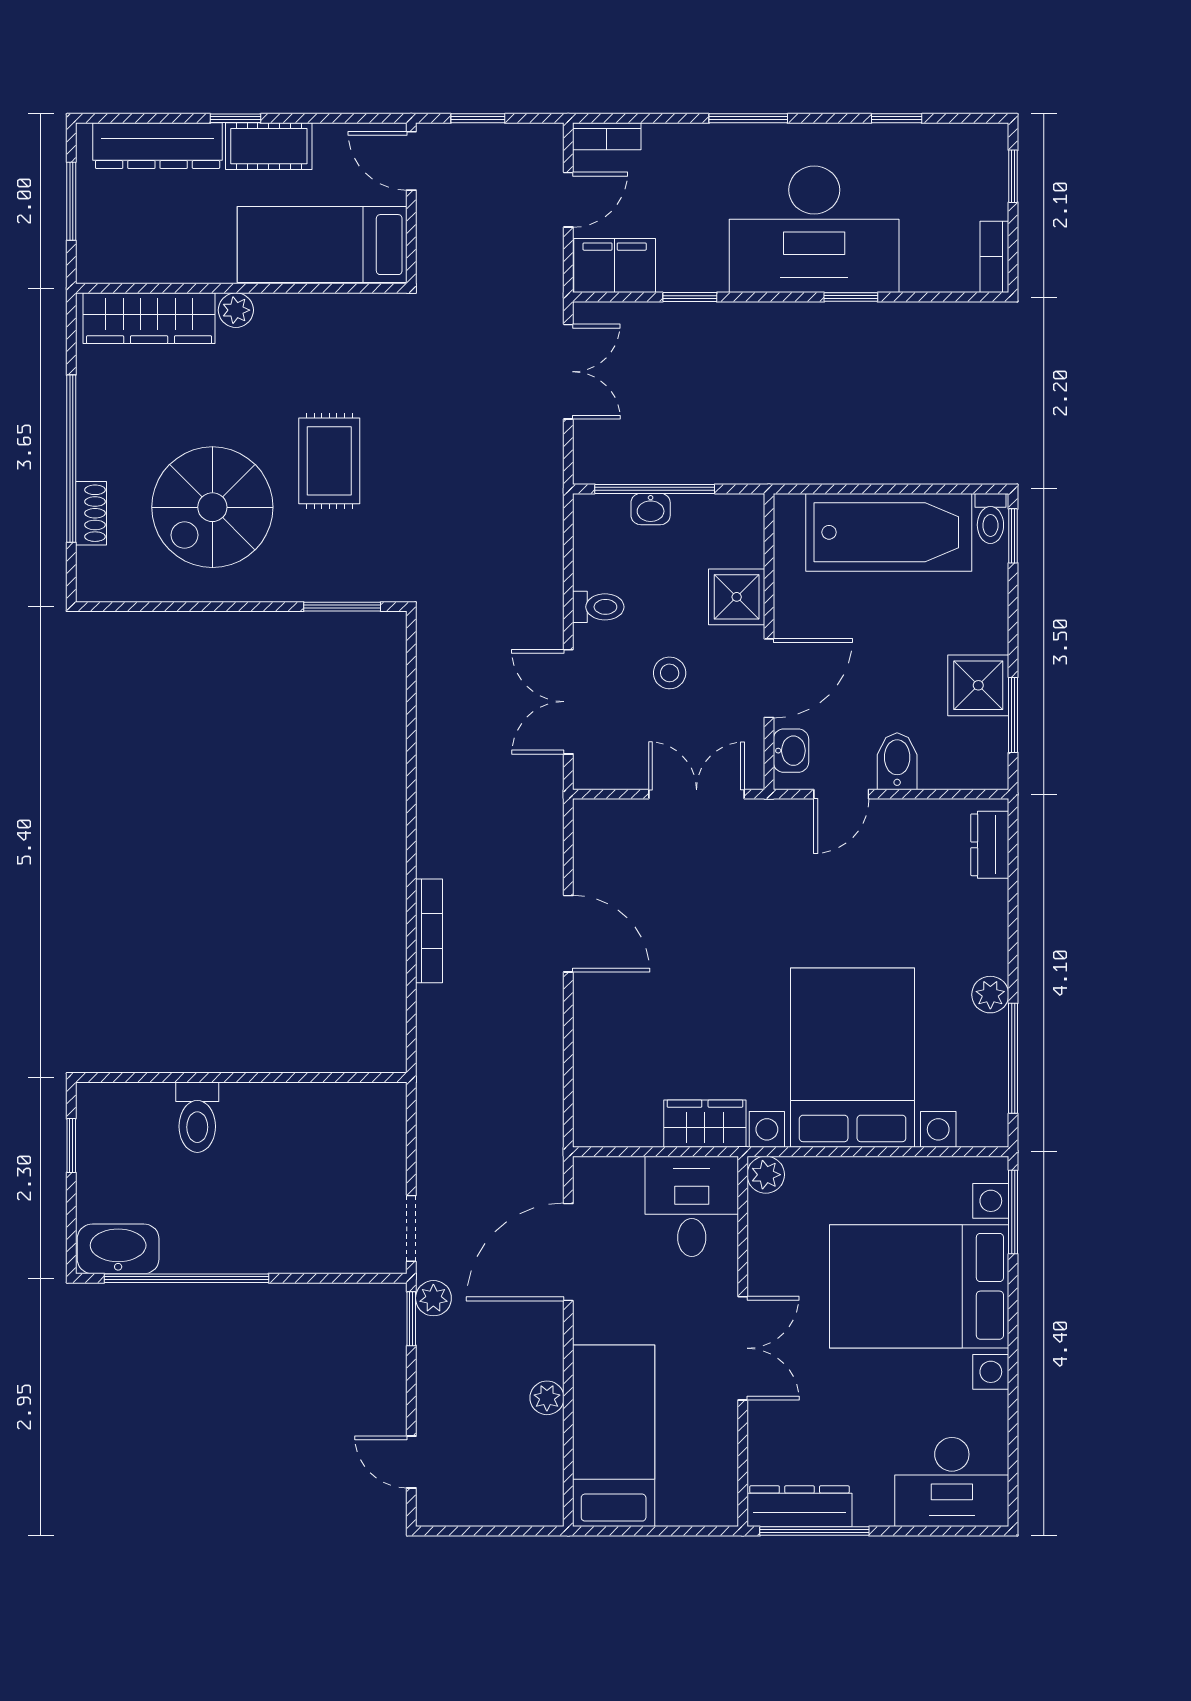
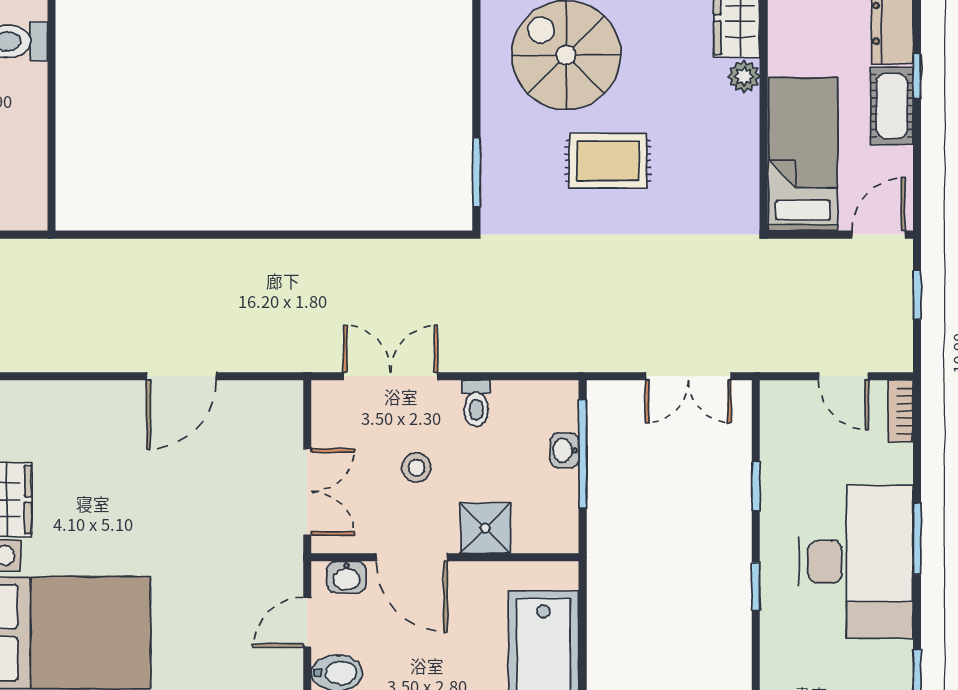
desk: (814, 229) -> (856, 562), moved, turned 180
filing cabinet: (615, 266) -> (784, 418), removed
window: (851, 297) -> (756, 587), moved
door: (841, 794) -> (307, 622), hinge flipped
bookcase: (429, 931) -> (184, 251), removed

